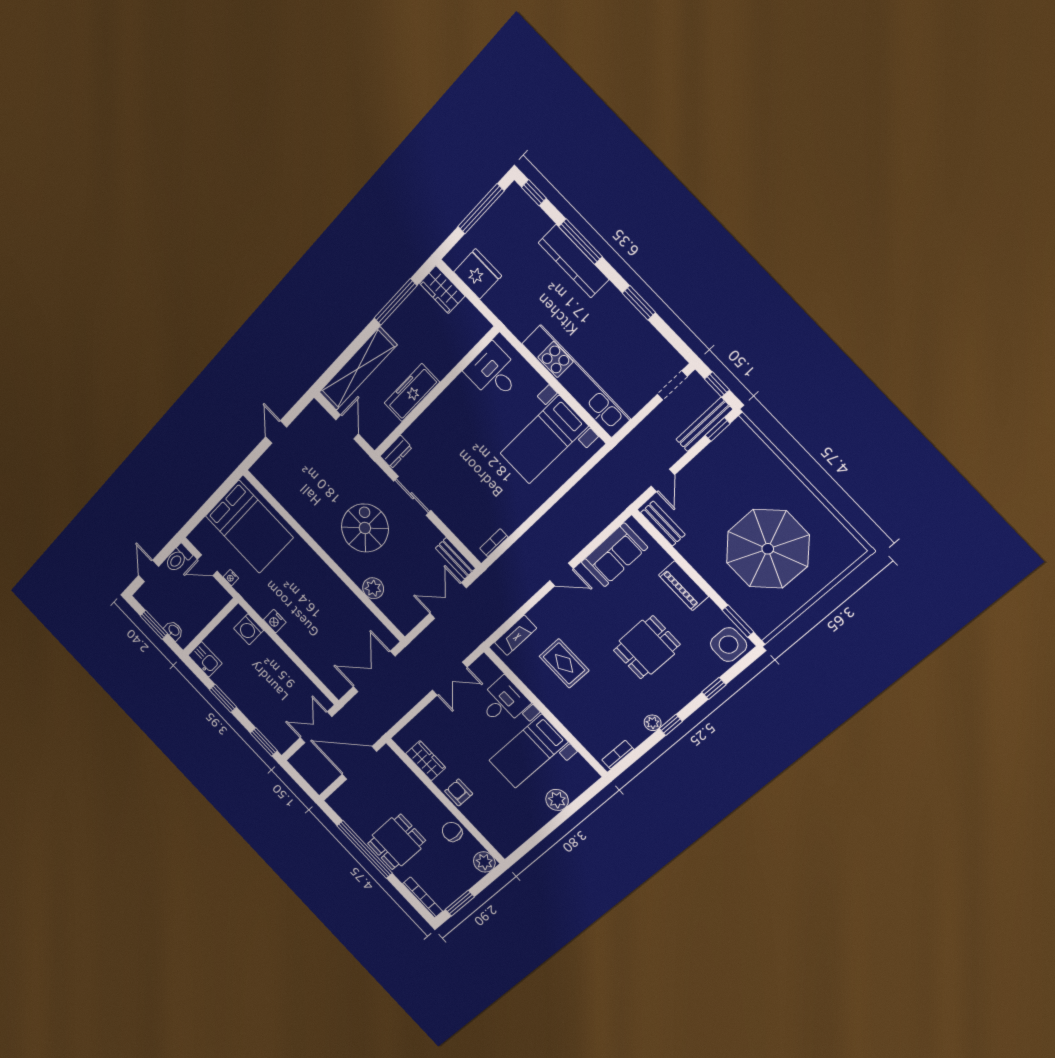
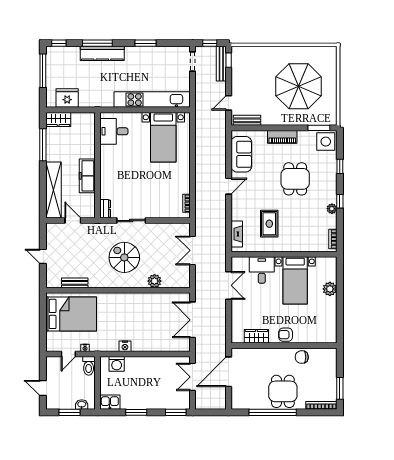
door: (663, 480) -> (229, 103), swing flipped
toilet: (178, 558) -> (89, 366), moved
bench: (455, 558) -> (75, 283), moved
rug: (564, 663) -> (269, 224), turned 90
plant: (484, 862) -> (330, 355), removed

